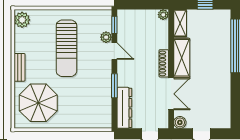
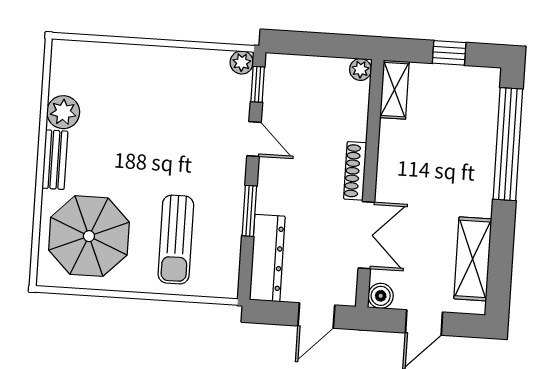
plant: (22, 20) -> (63, 112), moved
plant: (106, 37) -> (242, 62), moved
sun lounger: (66, 48) -> (176, 240), moved, width x0.73, depth x0.75
shelving: (182, 58) -> (473, 259), moved

